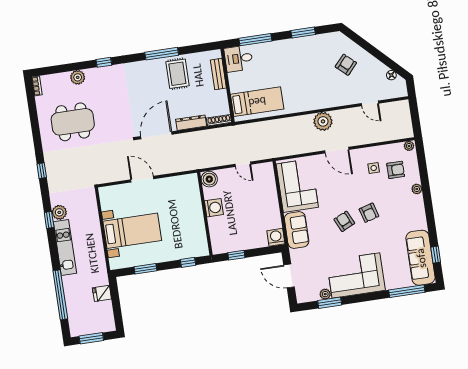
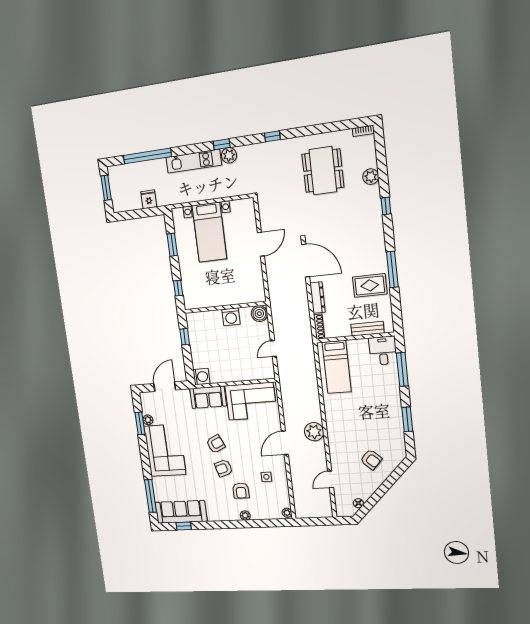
armchair: (396, 170) -> (241, 491), moved

